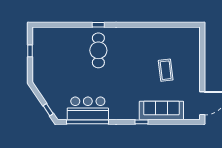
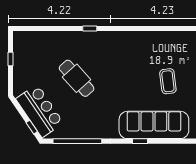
cafe table: (98, 50) -> (77, 78), moved, turned -42
bar counter: (88, 108) -> (40, 111), moved, turned 56
sofa: (161, 110) -> (154, 125), width x1.36, depth x1.27

